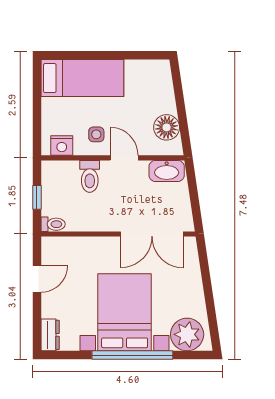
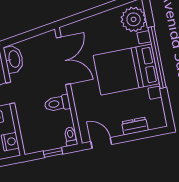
toilet: (90, 176) -> (57, 103), moved, turned 180
door: (37, 279) -> (101, 143), moved
dresser: (50, 335) -> (135, 126), moved

